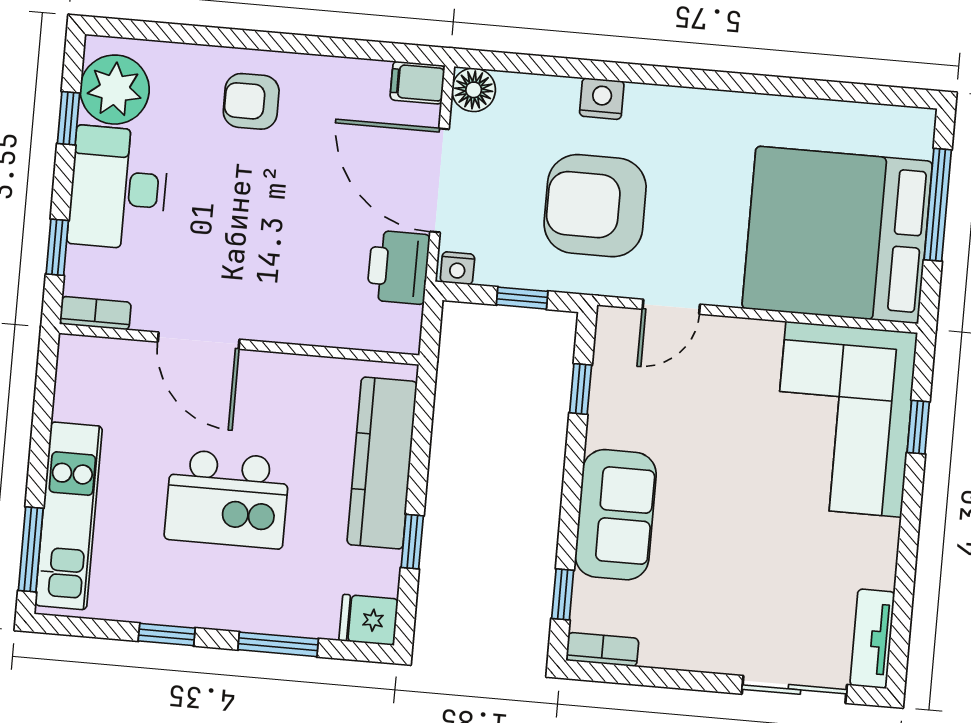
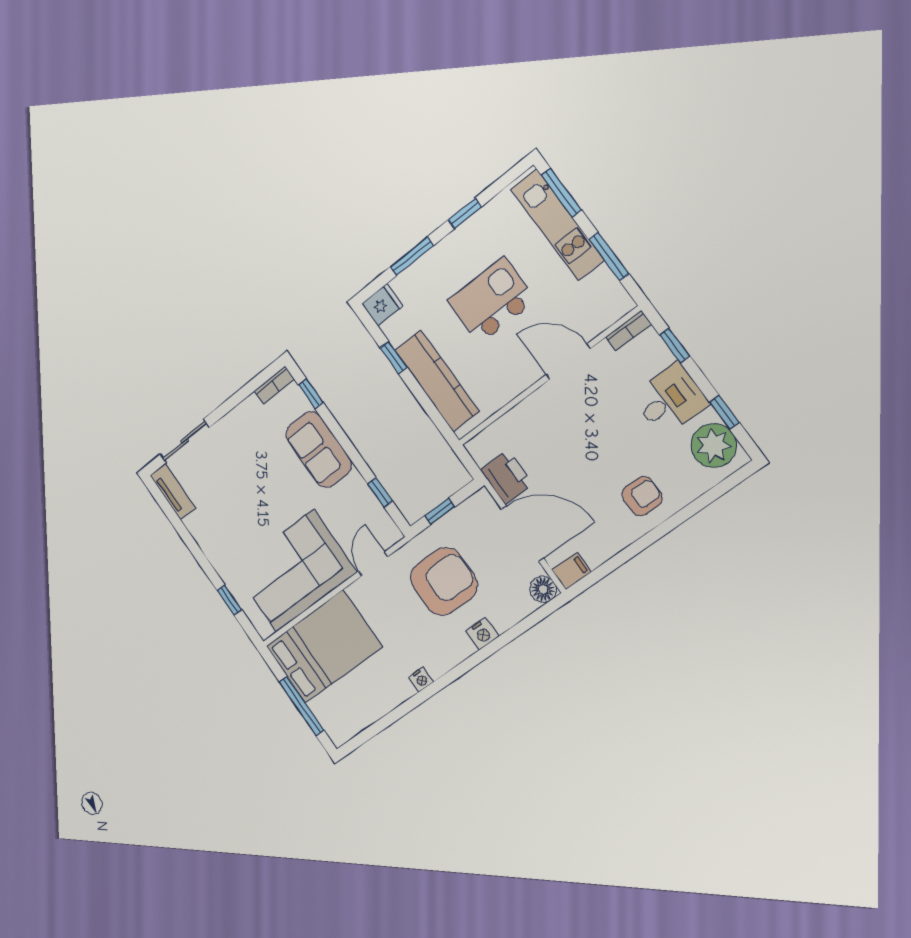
desk: (118, 188) -> (670, 400), width x0.73
bed: (837, 235) -> (324, 646), width x0.73
nightstand: (457, 268) -> (421, 679), moved, turned 180
corner sofa: (844, 419) -> (295, 571), moved, turned -90
window: (42, 422) -> (609, 257), added

